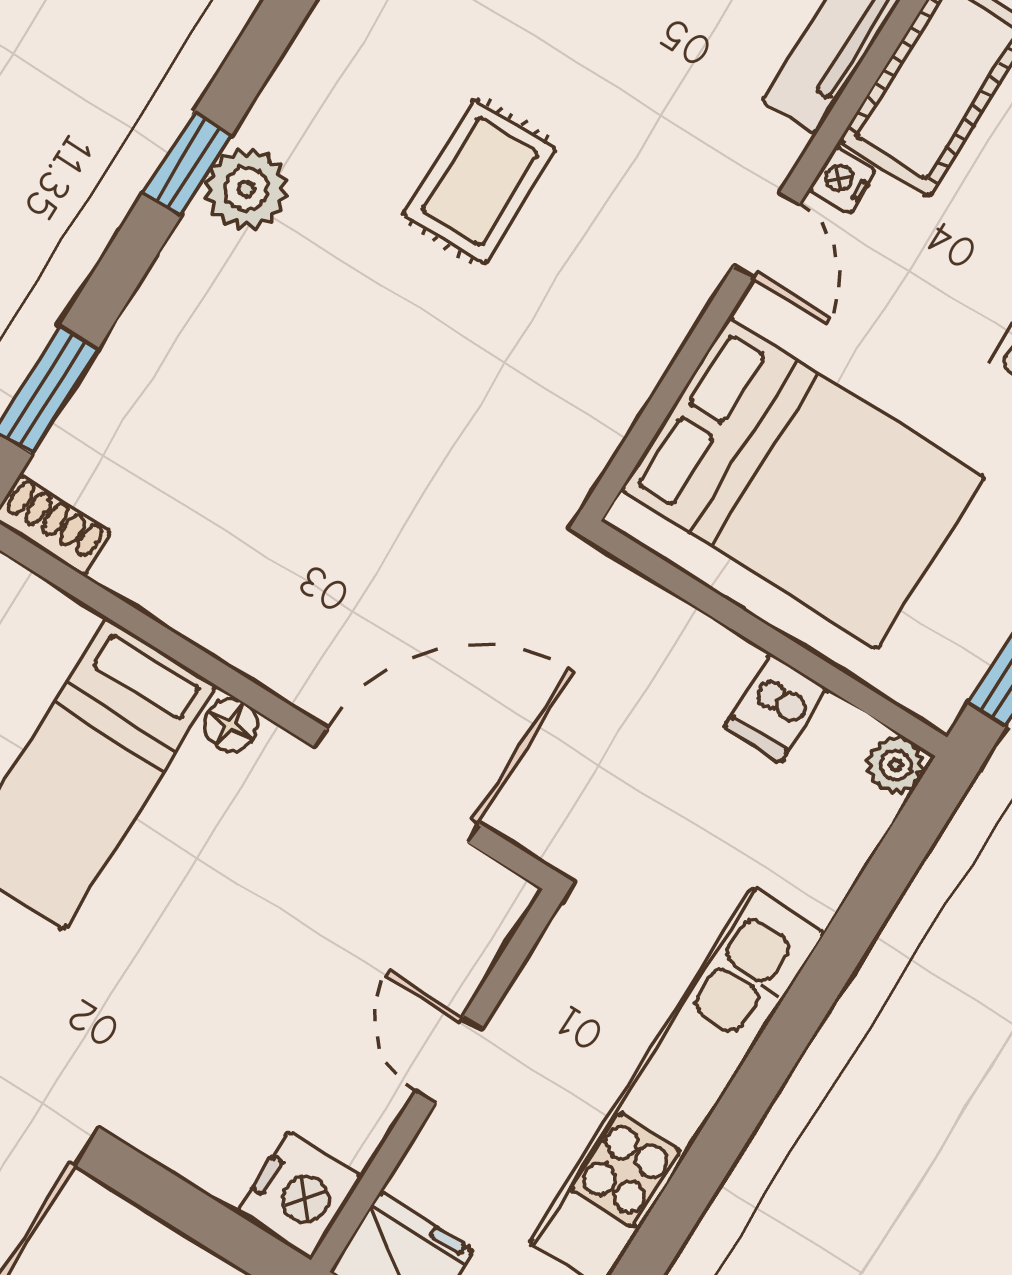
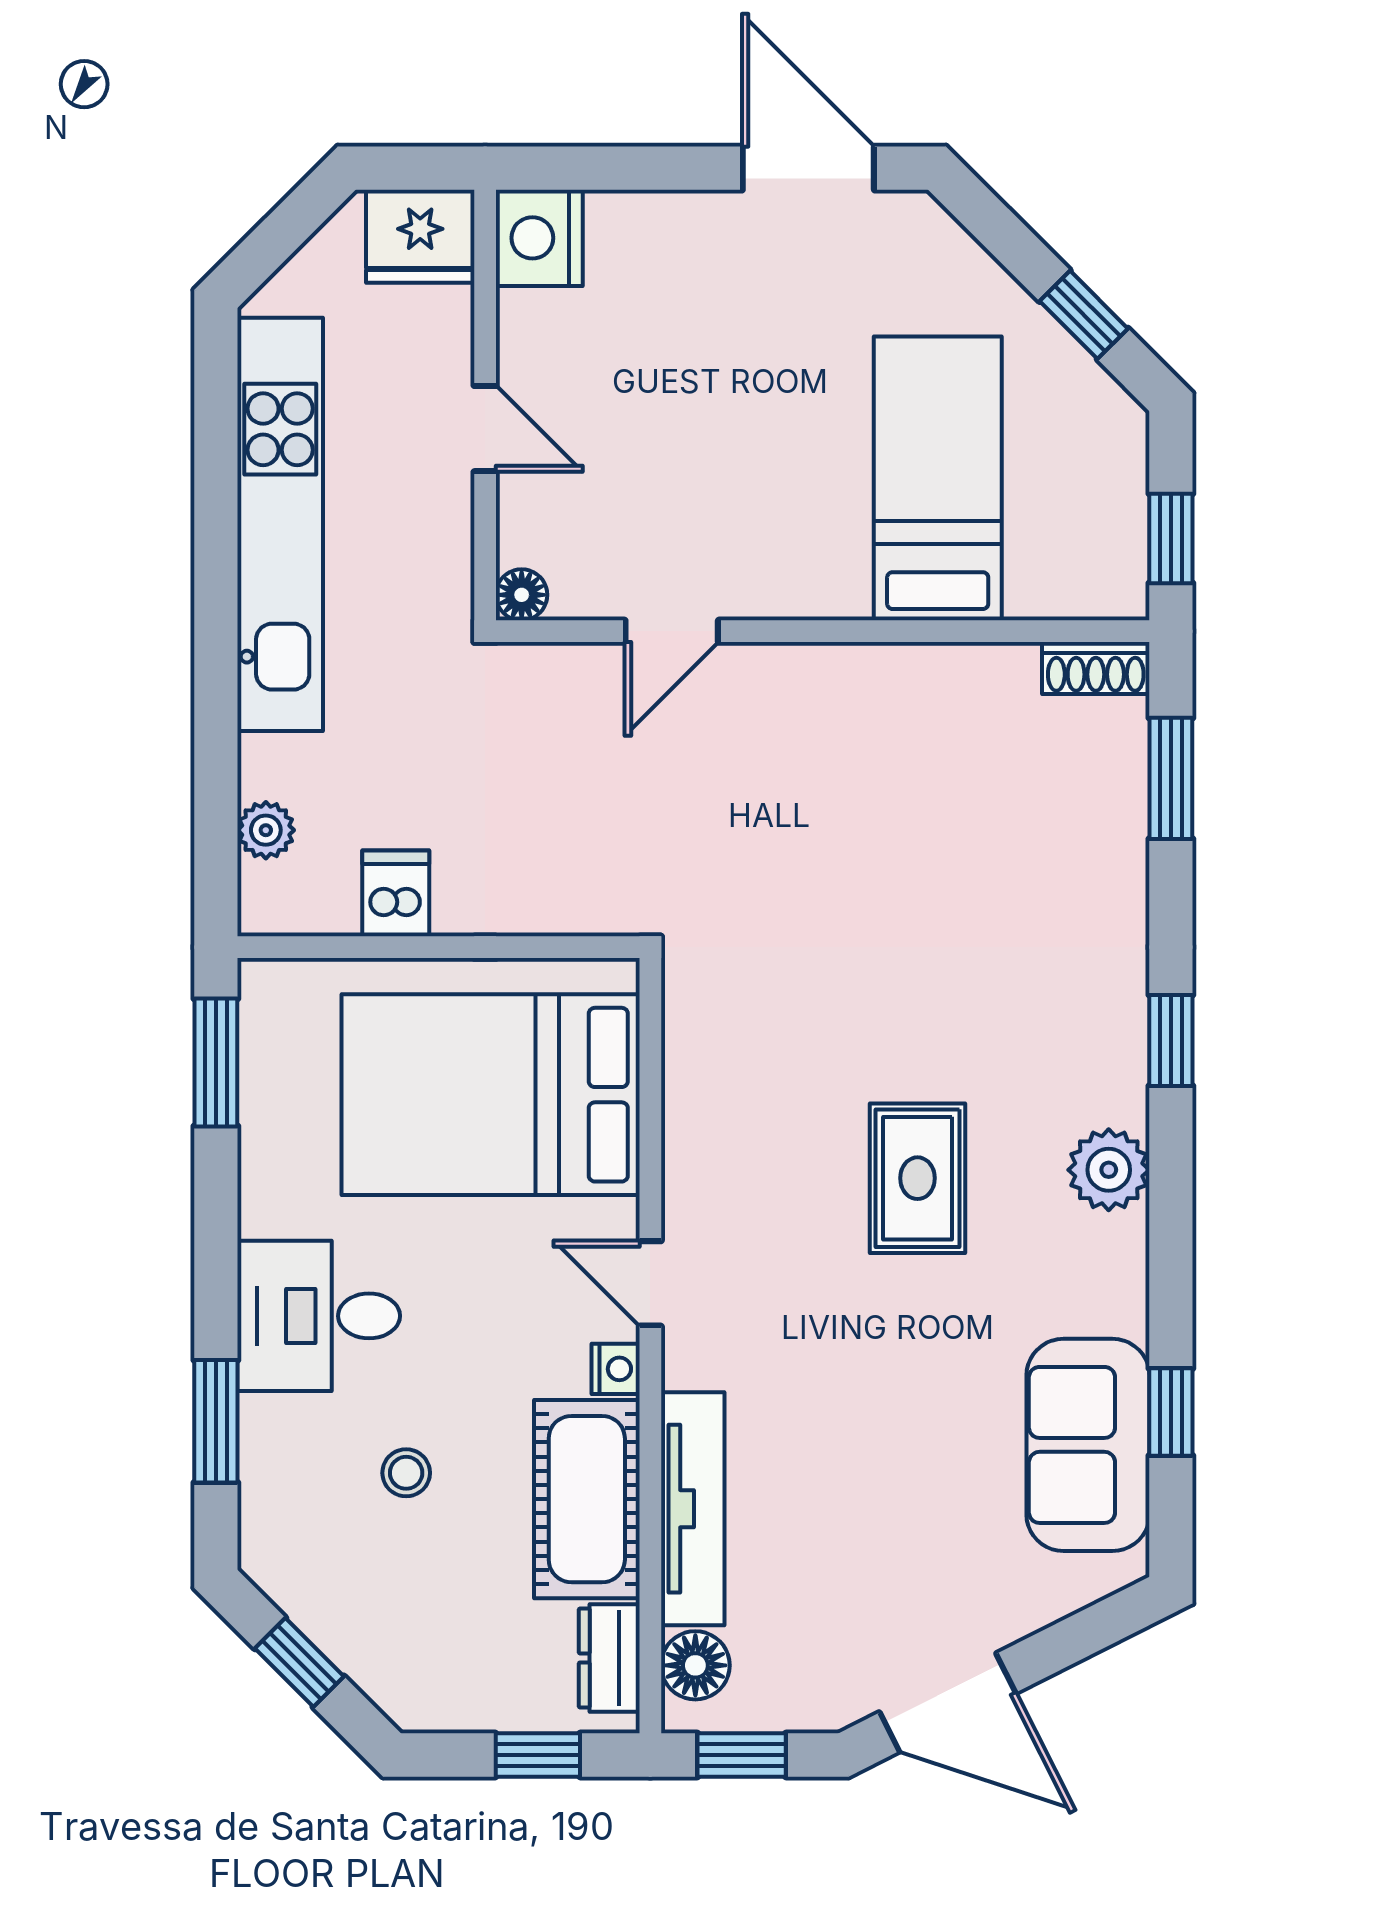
plant: (246, 189) -> (1109, 1170), moved
floor lamp: (230, 725) -> (522, 595), moved
plant: (896, 765) -> (266, 830), moved
door: (397, 785) -> (672, 631), width x0.53

